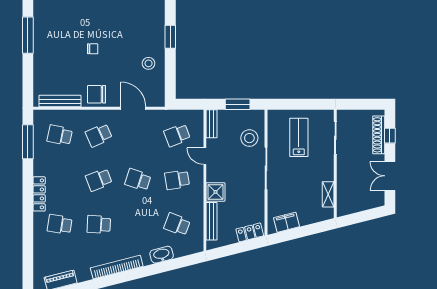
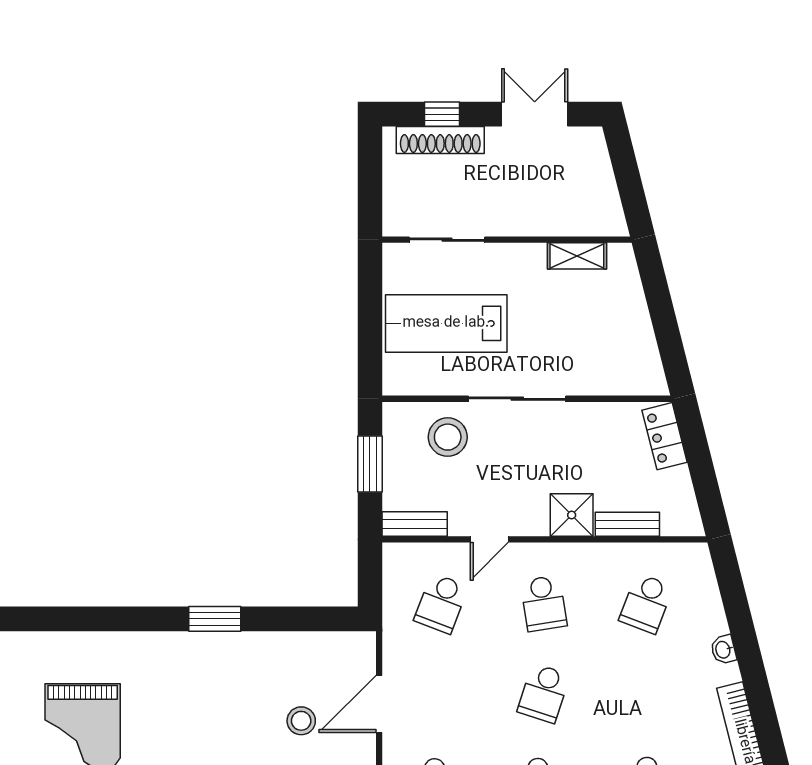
stool: (149, 63) -> (301, 721), moved
school desk: (177, 135) -> (441, 603), turned 42
lab bench: (299, 137) -> (446, 323), width x1.36, depth x1.39
double door: (390, 176) -> (535, 114), swing flipped
bench: (211, 221) -> (627, 524), width x0.73
filing cabinet: (287, 222) -> (641, 352), removed
washbasin: (162, 255) -> (723, 650), width x0.52, depth x0.69

